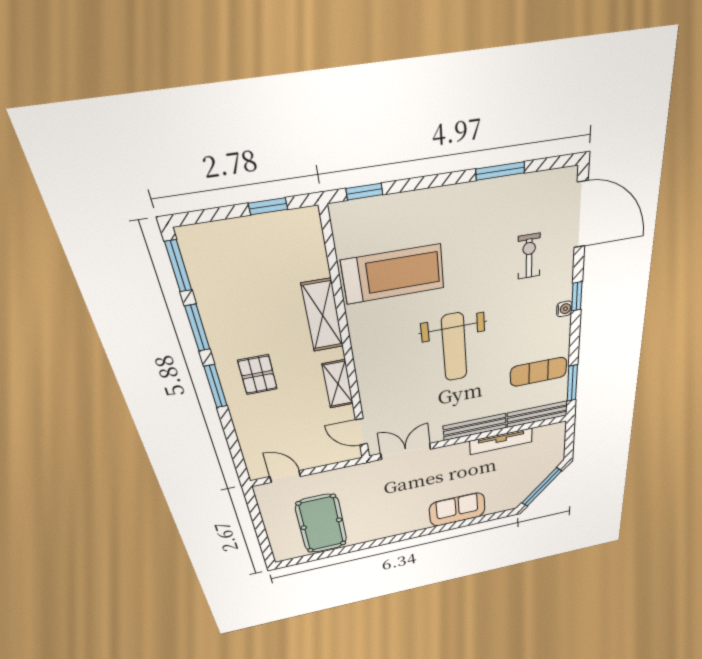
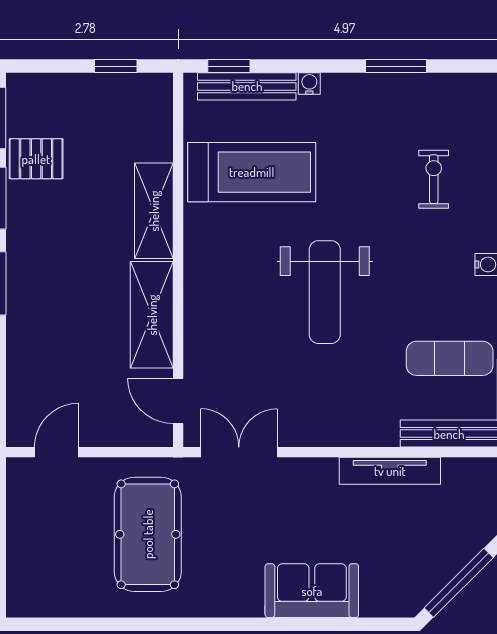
water cooler: (432, 196) -> (309, 84), added
pallet: (258, 375) -> (36, 159), moved, turned 90
shelving: (338, 384) -> (152, 315), width x1.50, depth x1.33
bench: (475, 427) -> (247, 86), moved
door: (285, 477) -> (56, 452), hinge flipped
pool table: (321, 524) -> (148, 534), moved

